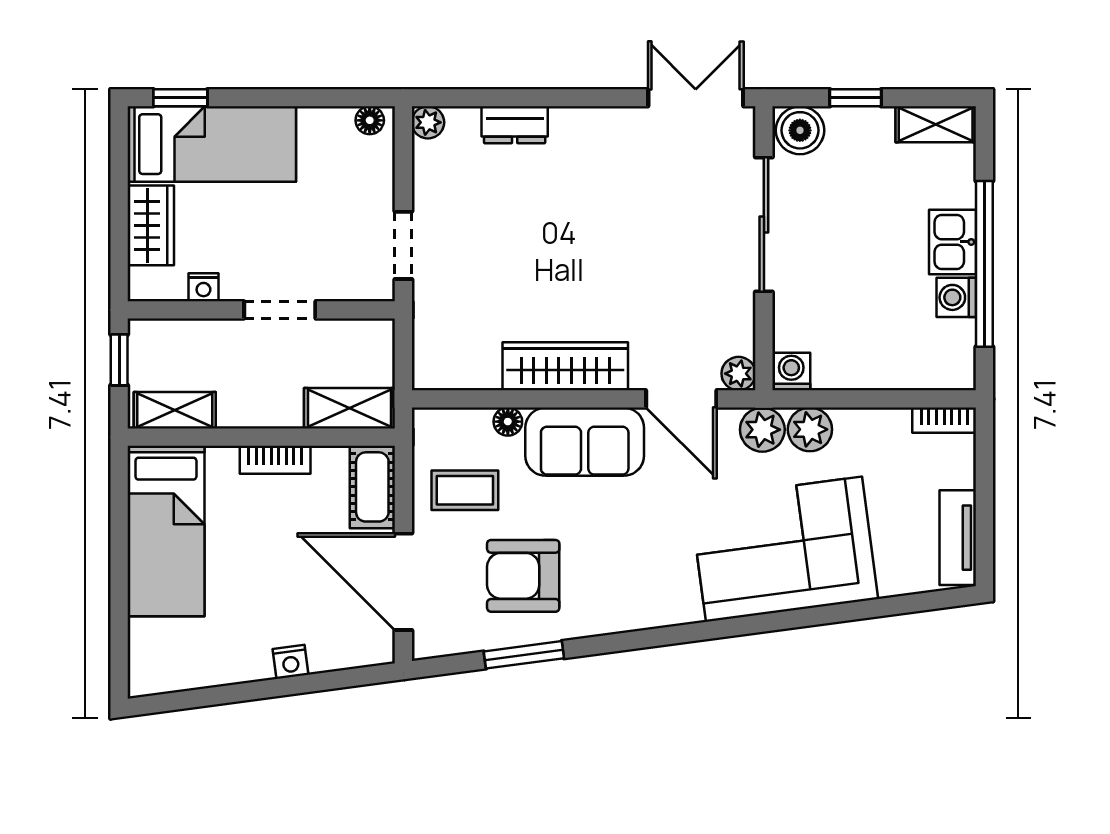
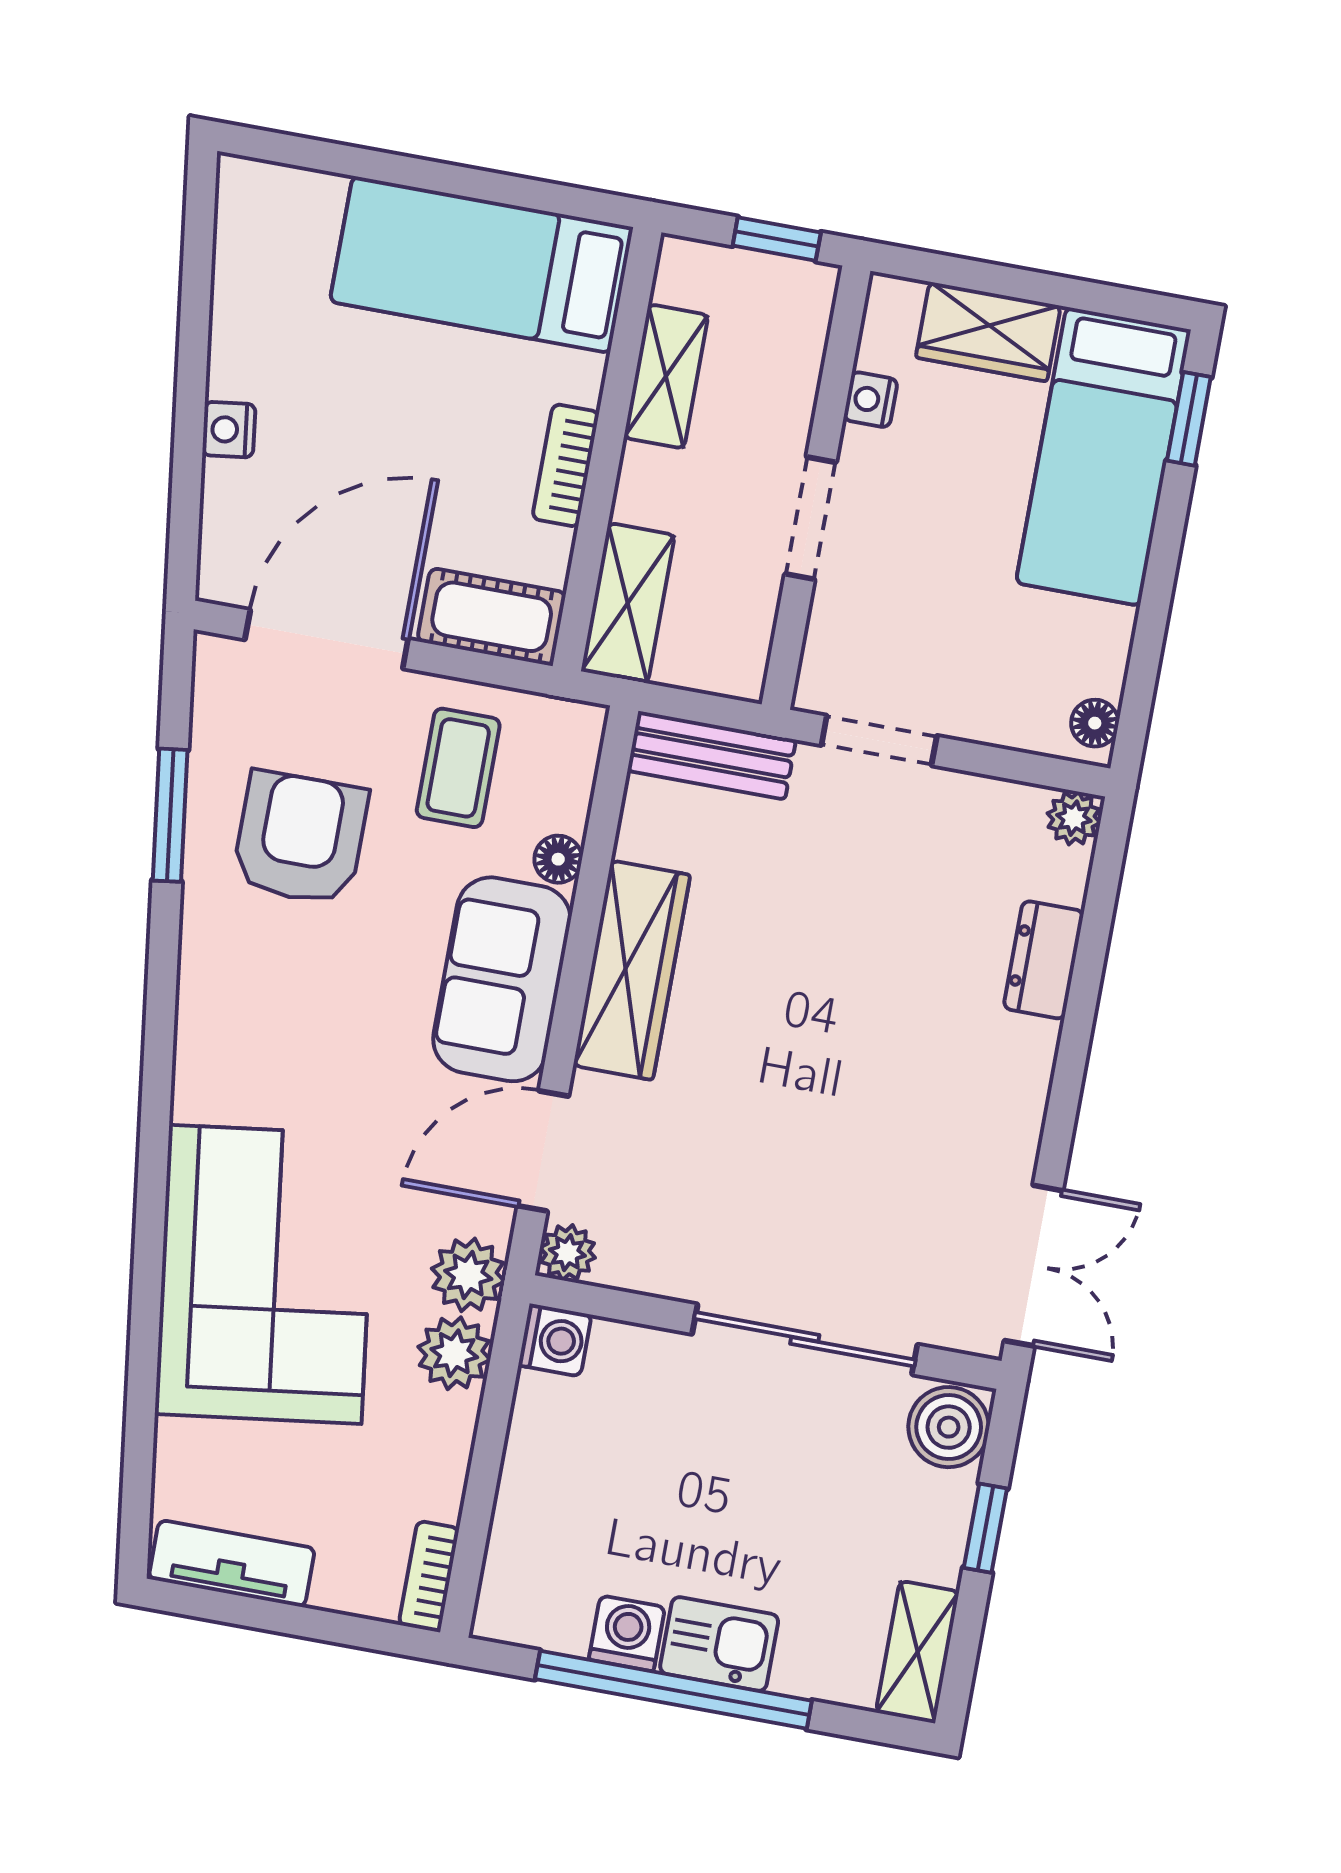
bench: (430, 342) -> (712, 755), added
shelving: (175, 410) -> (666, 376), moved

